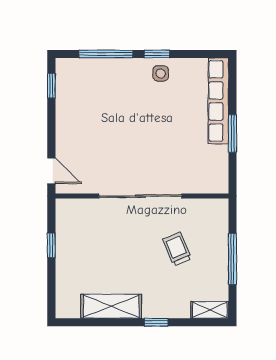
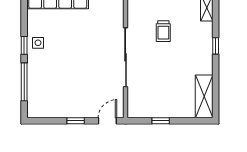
window: (51, 86) -> (76, 121), moved
trolley: (177, 249) -> (163, 31), turned -67
shelving: (111, 306) -> (204, 96), moved

